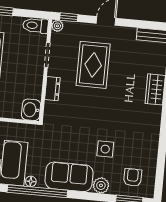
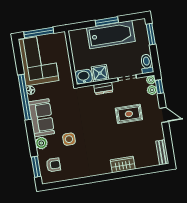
plant: (71, 28) -> (152, 90), added
rug: (93, 65) -> (129, 114), width x0.73, depth x0.70
shower: (32, 88) -> (100, 73), added

